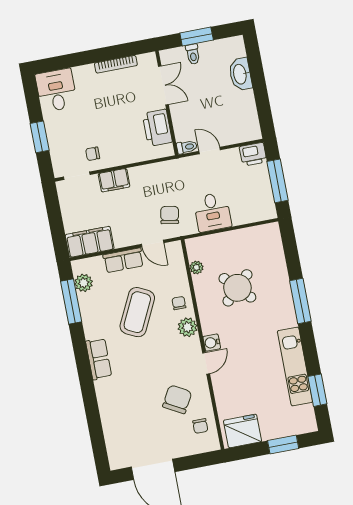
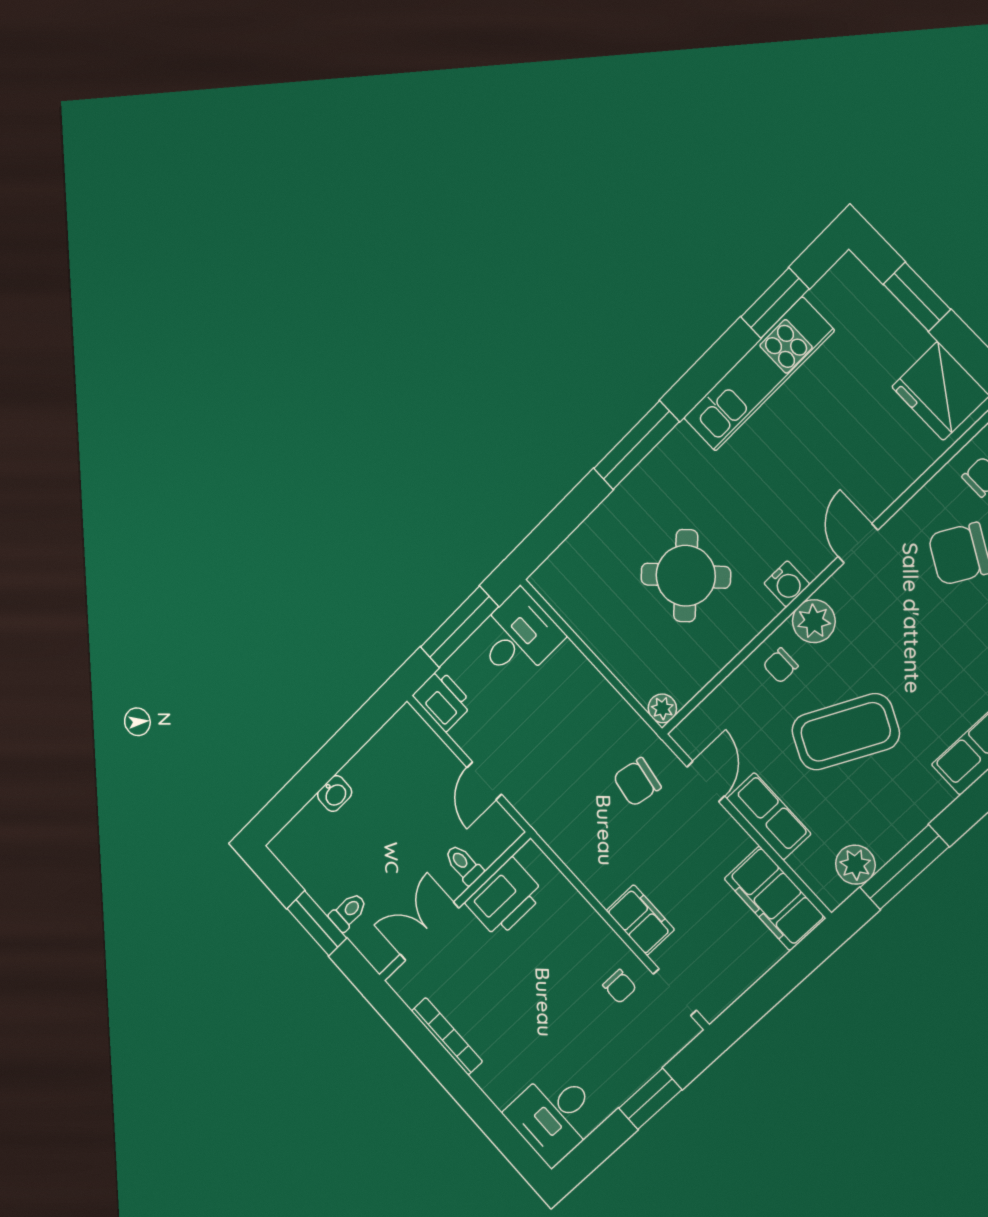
washbasin: (240, 74) -> (335, 794), width x0.52, depth x0.69
toilet: (187, 147) -> (464, 864), moved
desk: (212, 212) -> (518, 636), moved
plant: (196, 267) -> (662, 708), moved
water cooler: (212, 343) -> (787, 584), moved
door: (206, 363) -> (858, 543), hinge flipped

